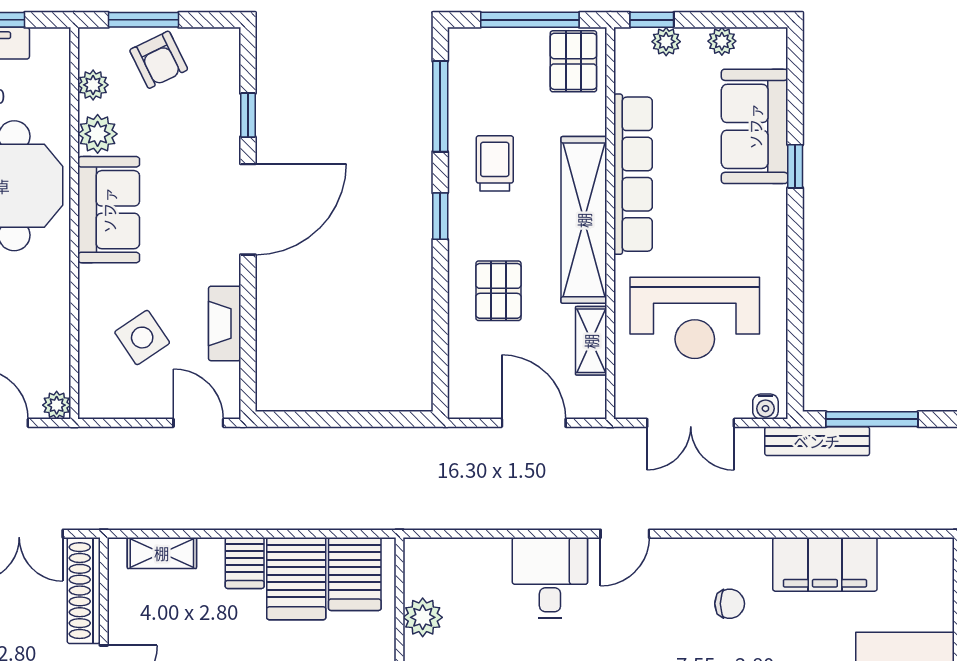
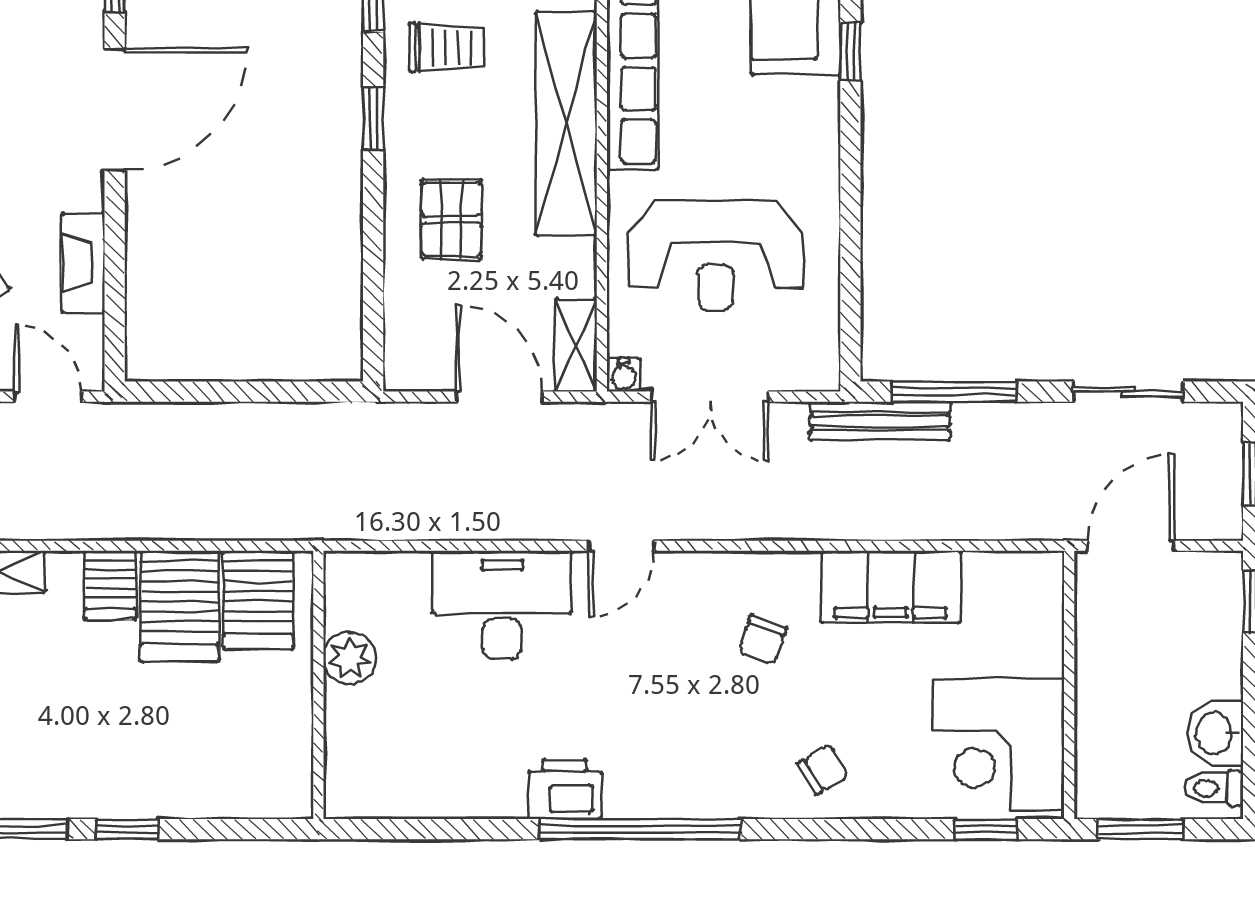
trolley: (495, 163) -> (447, 48), turned 90
shelving: (591, 341) -> (576, 345), moved
water cooler: (765, 407) -> (624, 375), moved
desk: (550, 578) -> (502, 605), width x1.37
chair: (730, 604) -> (762, 640), turned 110

